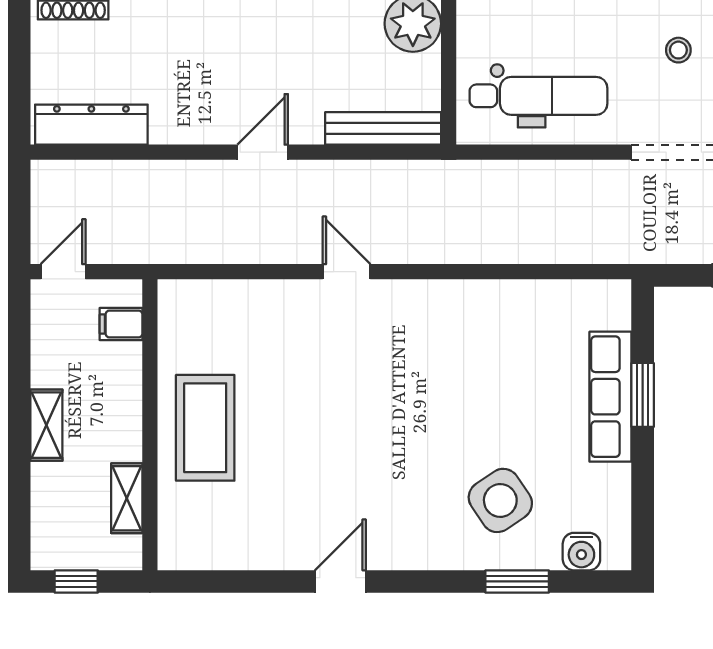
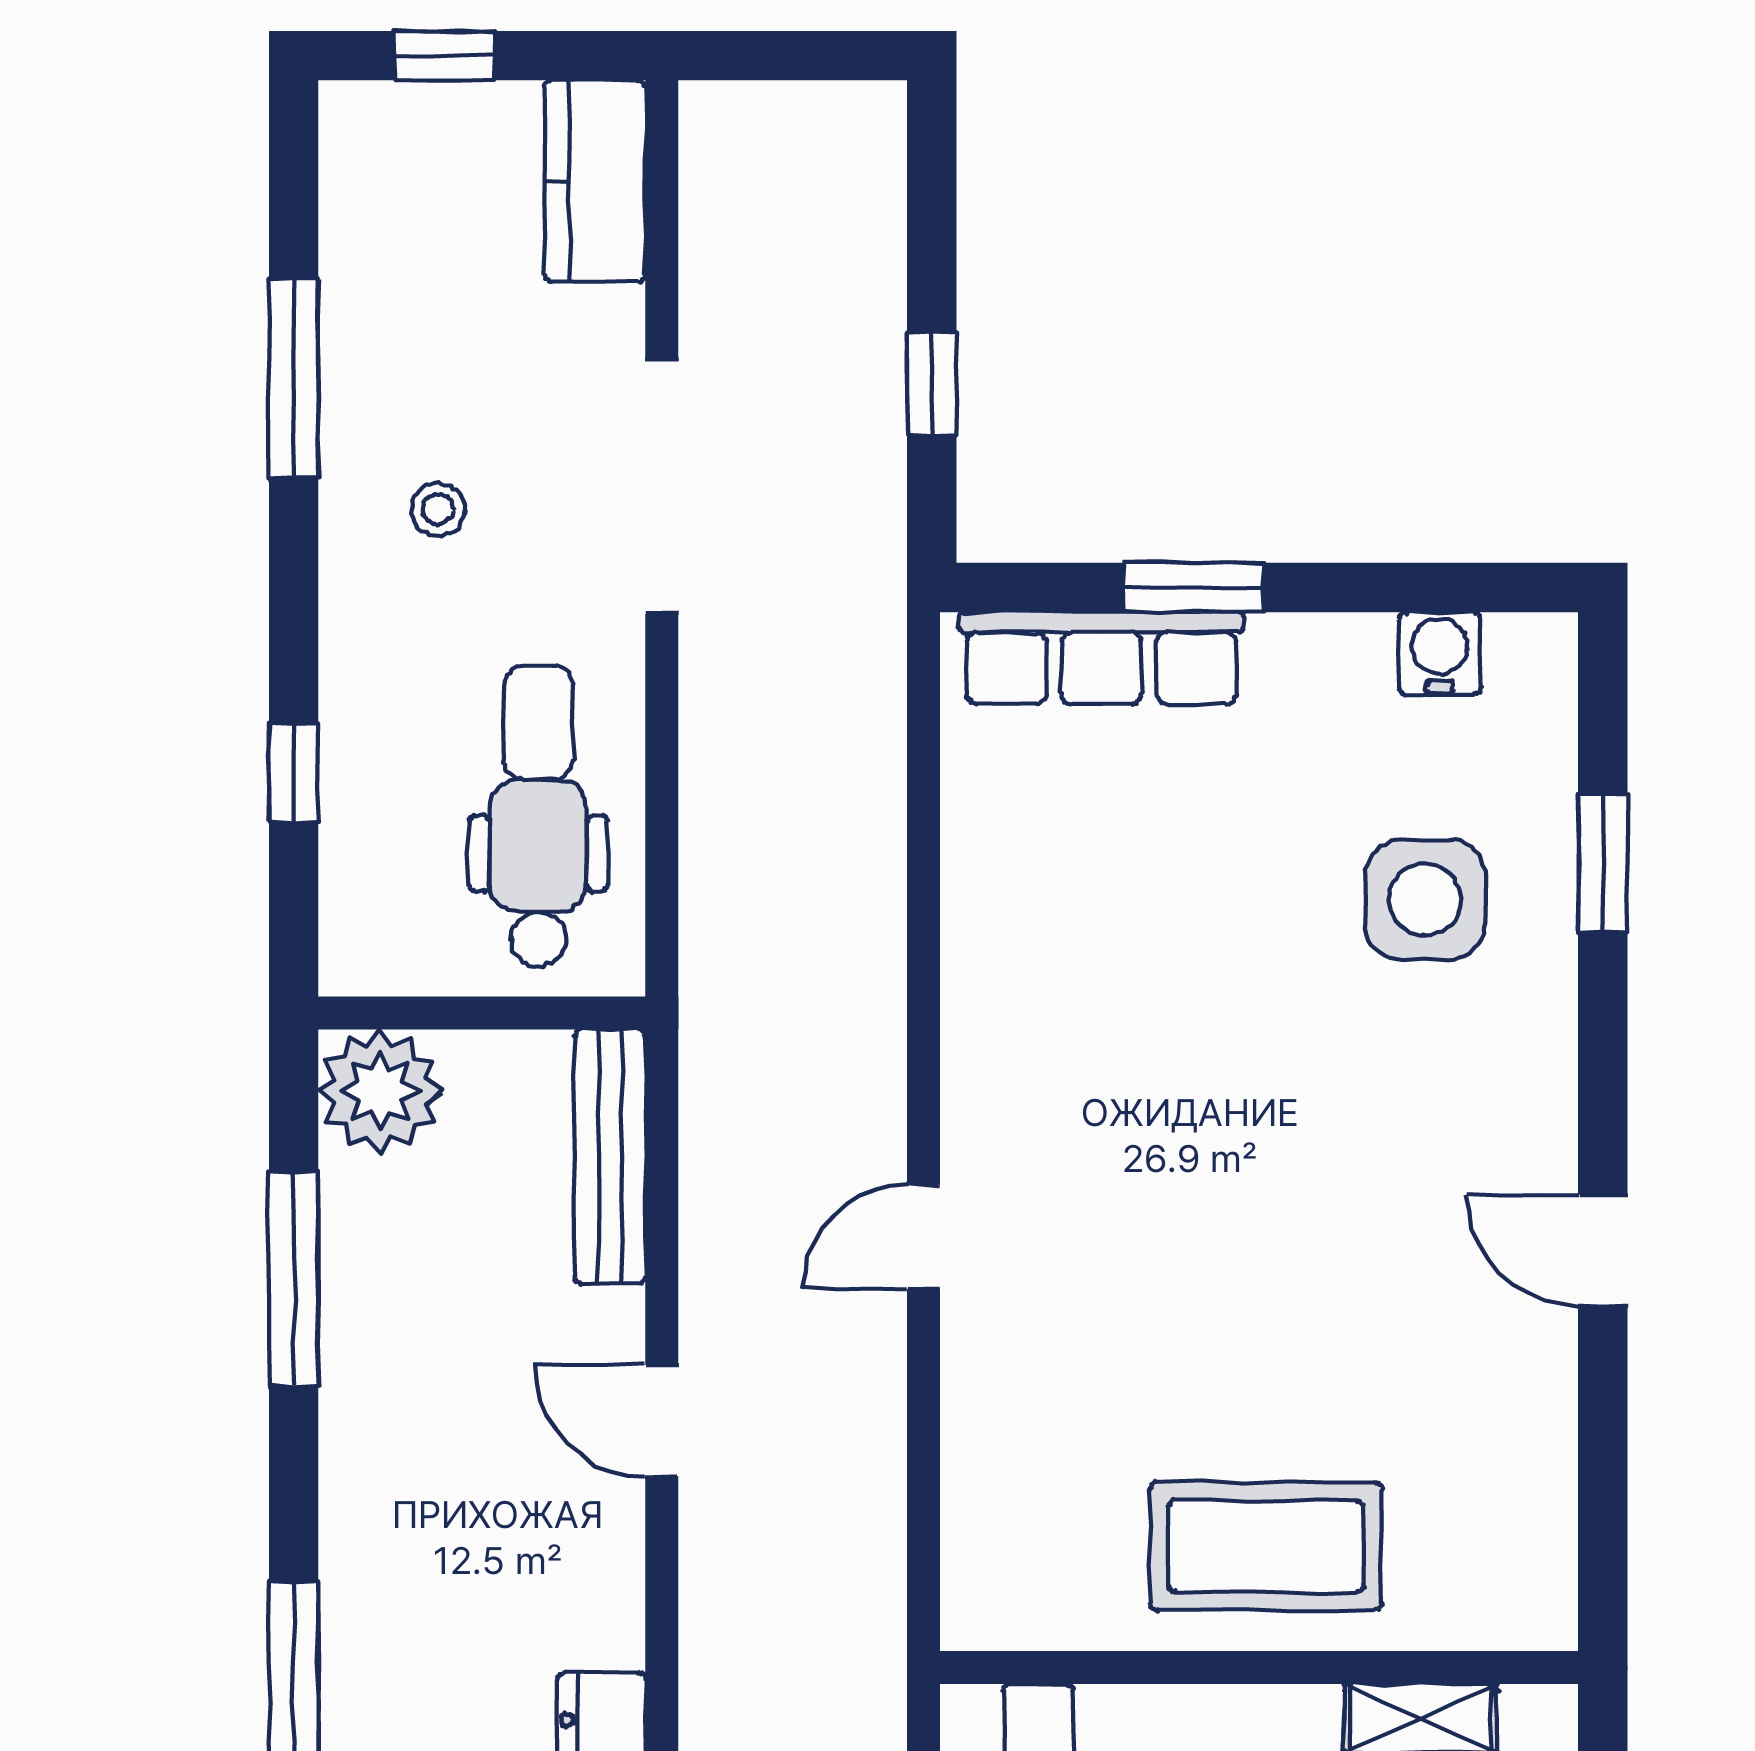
row of seats: (610, 397) -> (1101, 658), moved
side table: (500, 500) -> (1425, 899), turned 34
water cooler: (581, 552) -> (1440, 653), moved, turned -90

